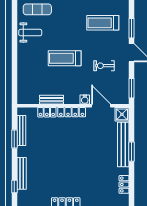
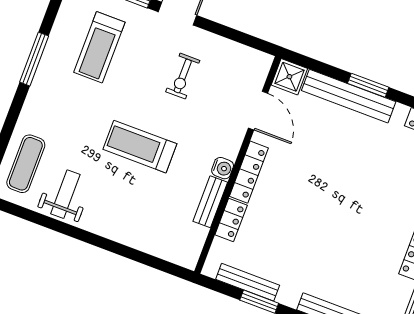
treadmill: (65, 58) -> (140, 147), turned 90
window: (131, 88) -> (246, 39), removed
water cooler: (85, 100) -> (223, 168), moved
door: (101, 106) -> (258, 111), swing flipped

